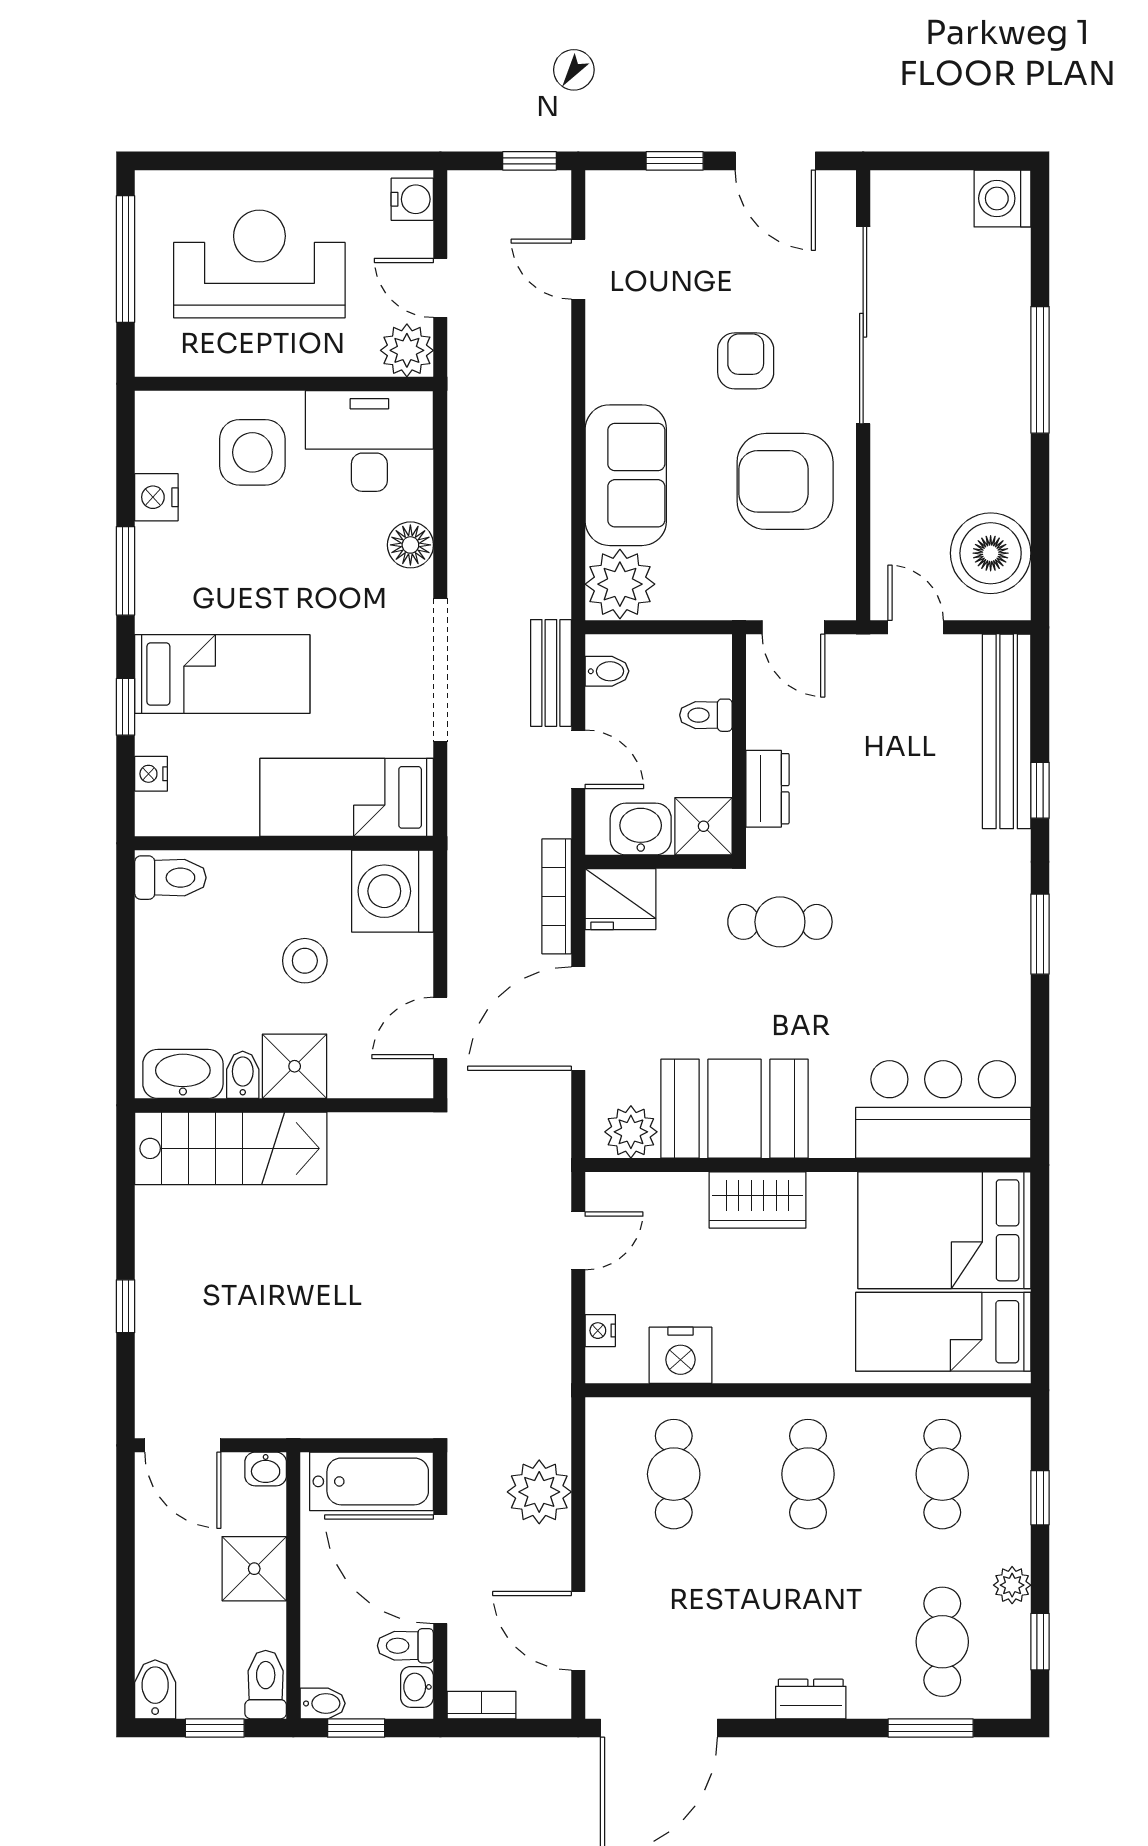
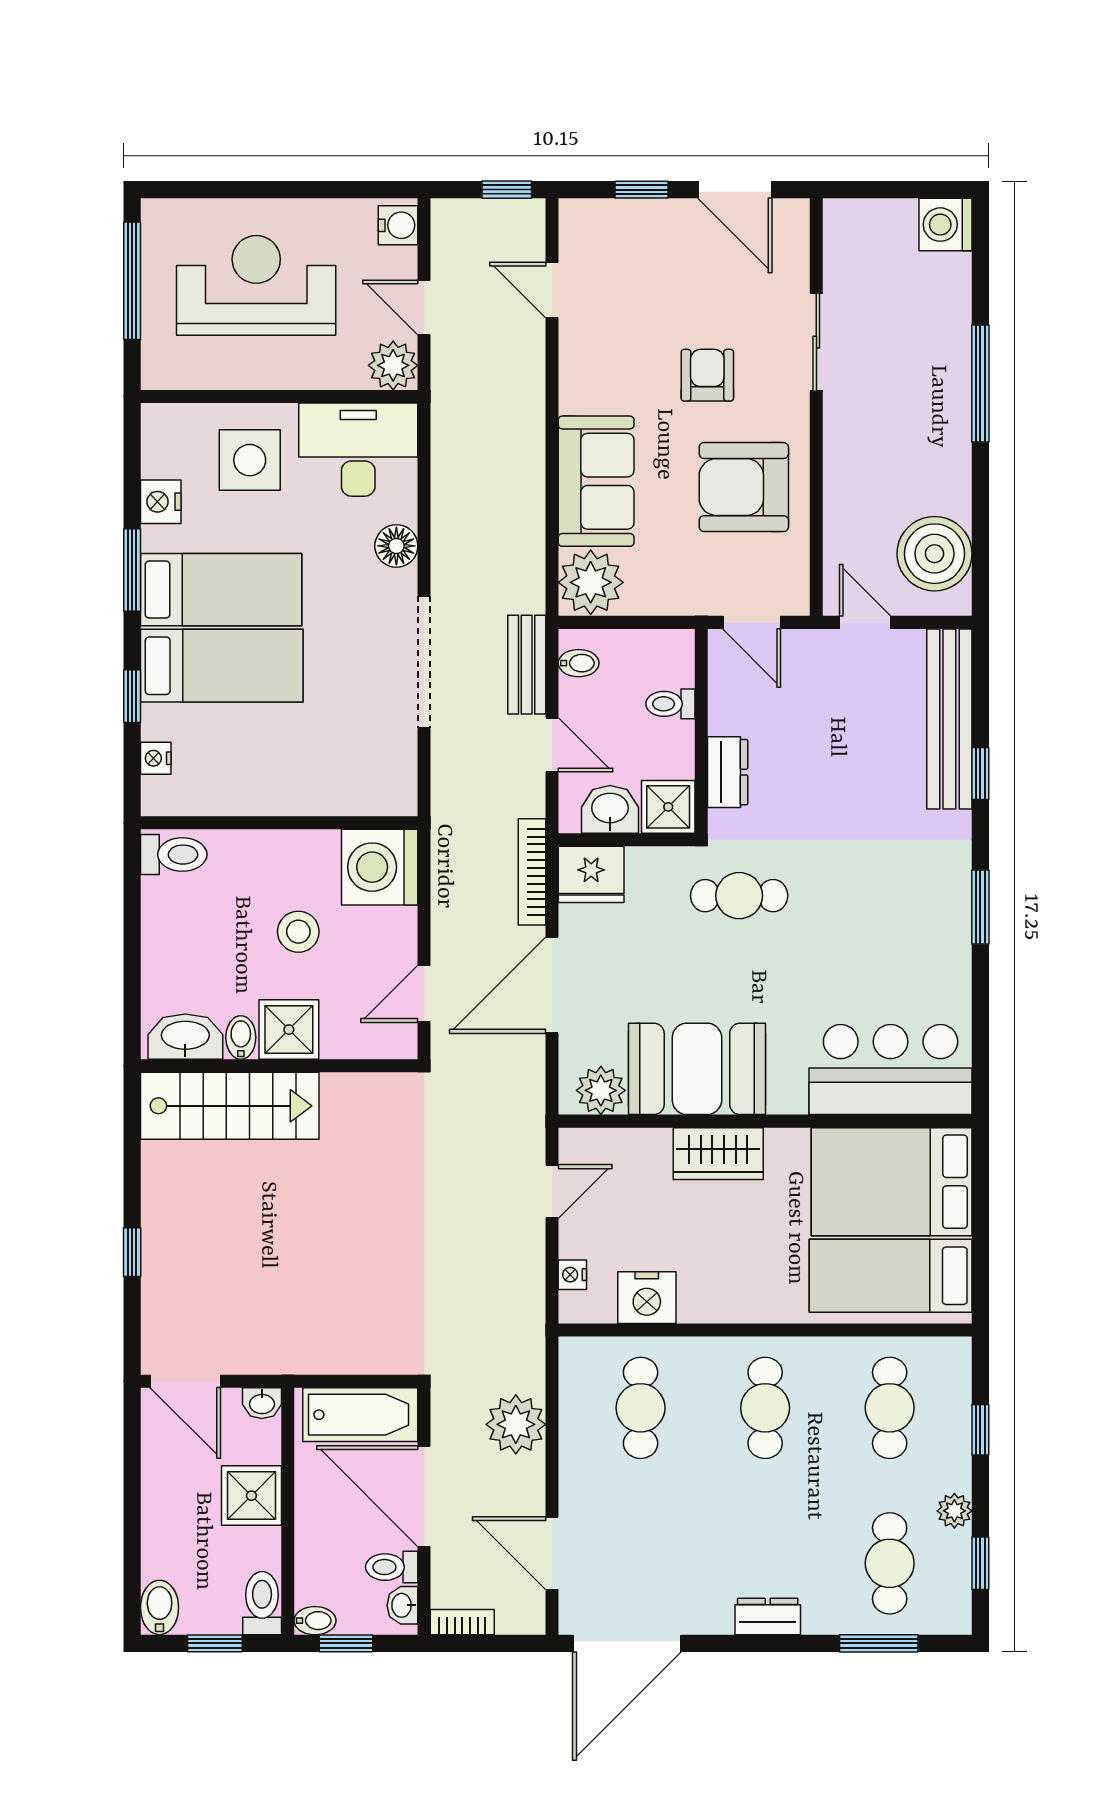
sliding door: (863, 325) -> (816, 342), width x0.54
bed: (347, 797) -> (221, 590), moved, turned 180

